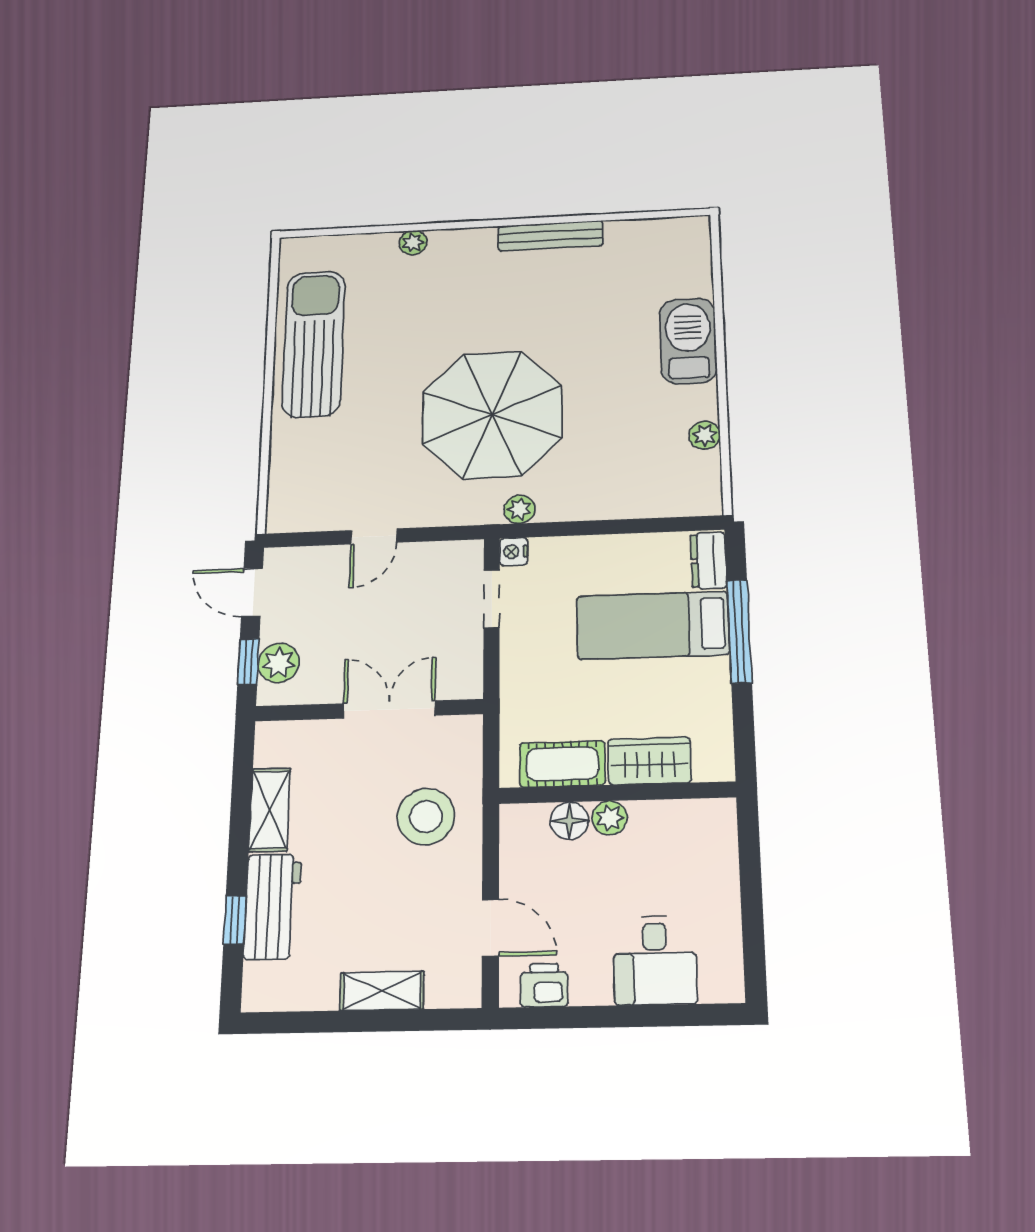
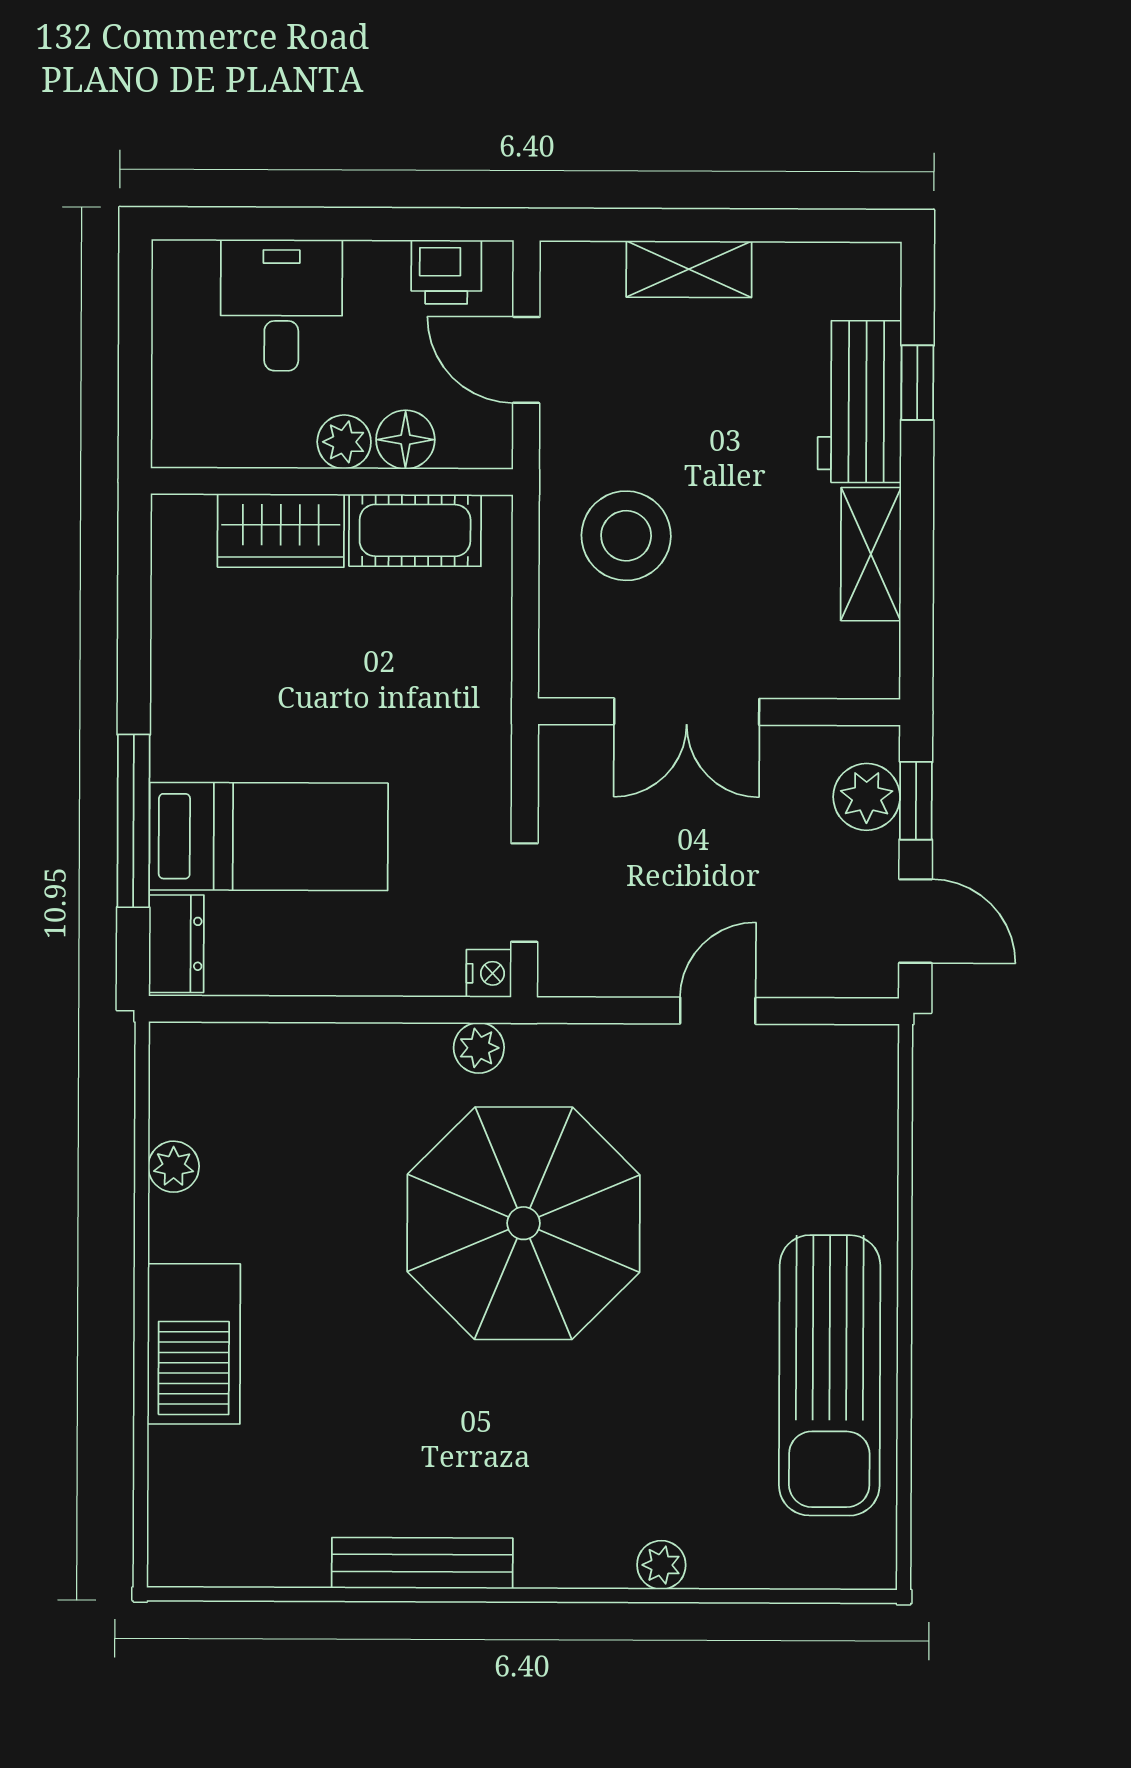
wardrobe: (649, 761) -> (281, 531), moved
cot: (562, 764) -> (415, 530), moved
wall: (617, 793) -> (332, 481), moved
plant: (610, 818) -> (344, 442), moved
floor lamp: (569, 821) -> (405, 440), moved

